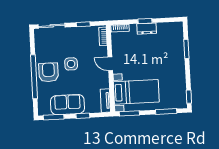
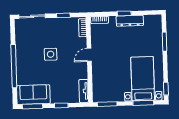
dresser: (147, 29) -> (130, 21), width x1.44
door: (110, 64) -> (89, 55), hinge flipped
armchair: (48, 72) -> (28, 62), removed
bed with nightstands: (136, 92) -> (143, 79), moved, turned -90
sofa: (67, 105) -> (33, 95), moved

